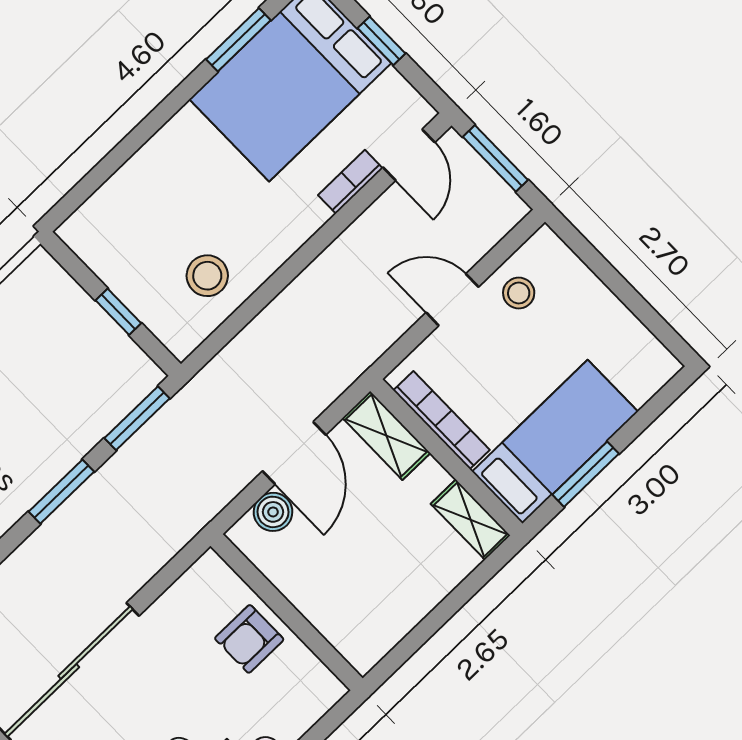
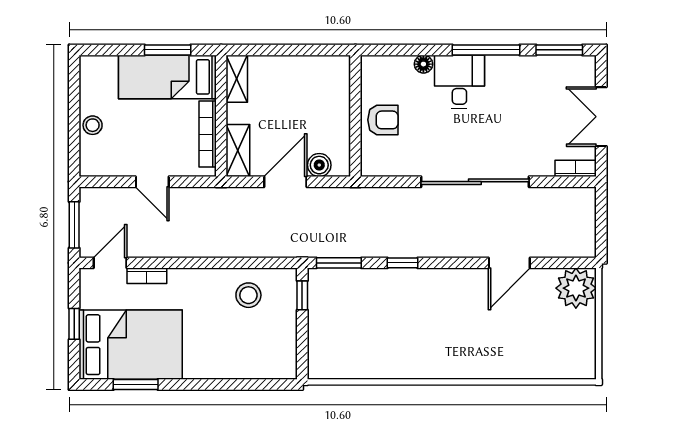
stool: (519, 293) -> (93, 125), moved
window: (118, 312) -> (302, 295), moved
window: (61, 492) -> (403, 263), width x0.67

